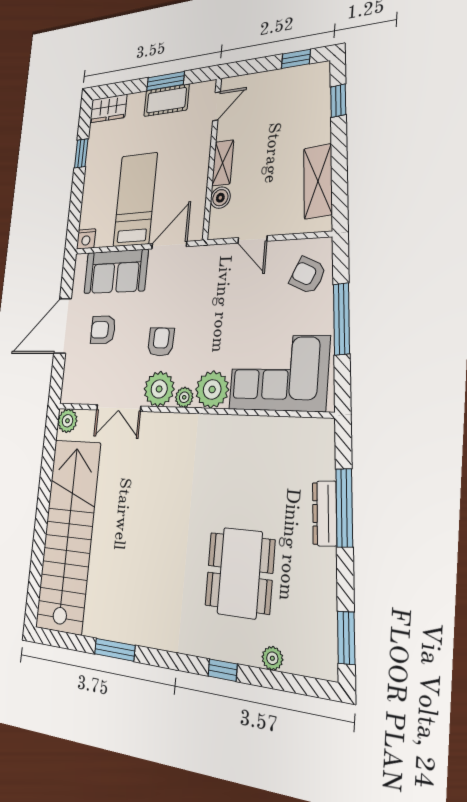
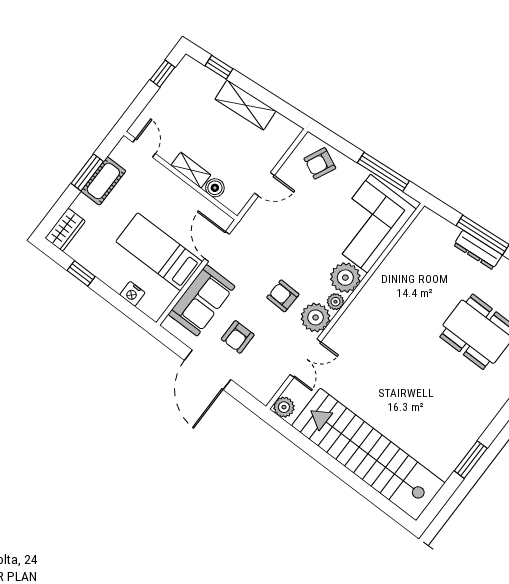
shelving: (318, 181) -> (245, 105), moved
nightstand: (86, 239) -> (132, 294), moved, turned 90
window: (341, 319) -> (383, 172), moved

